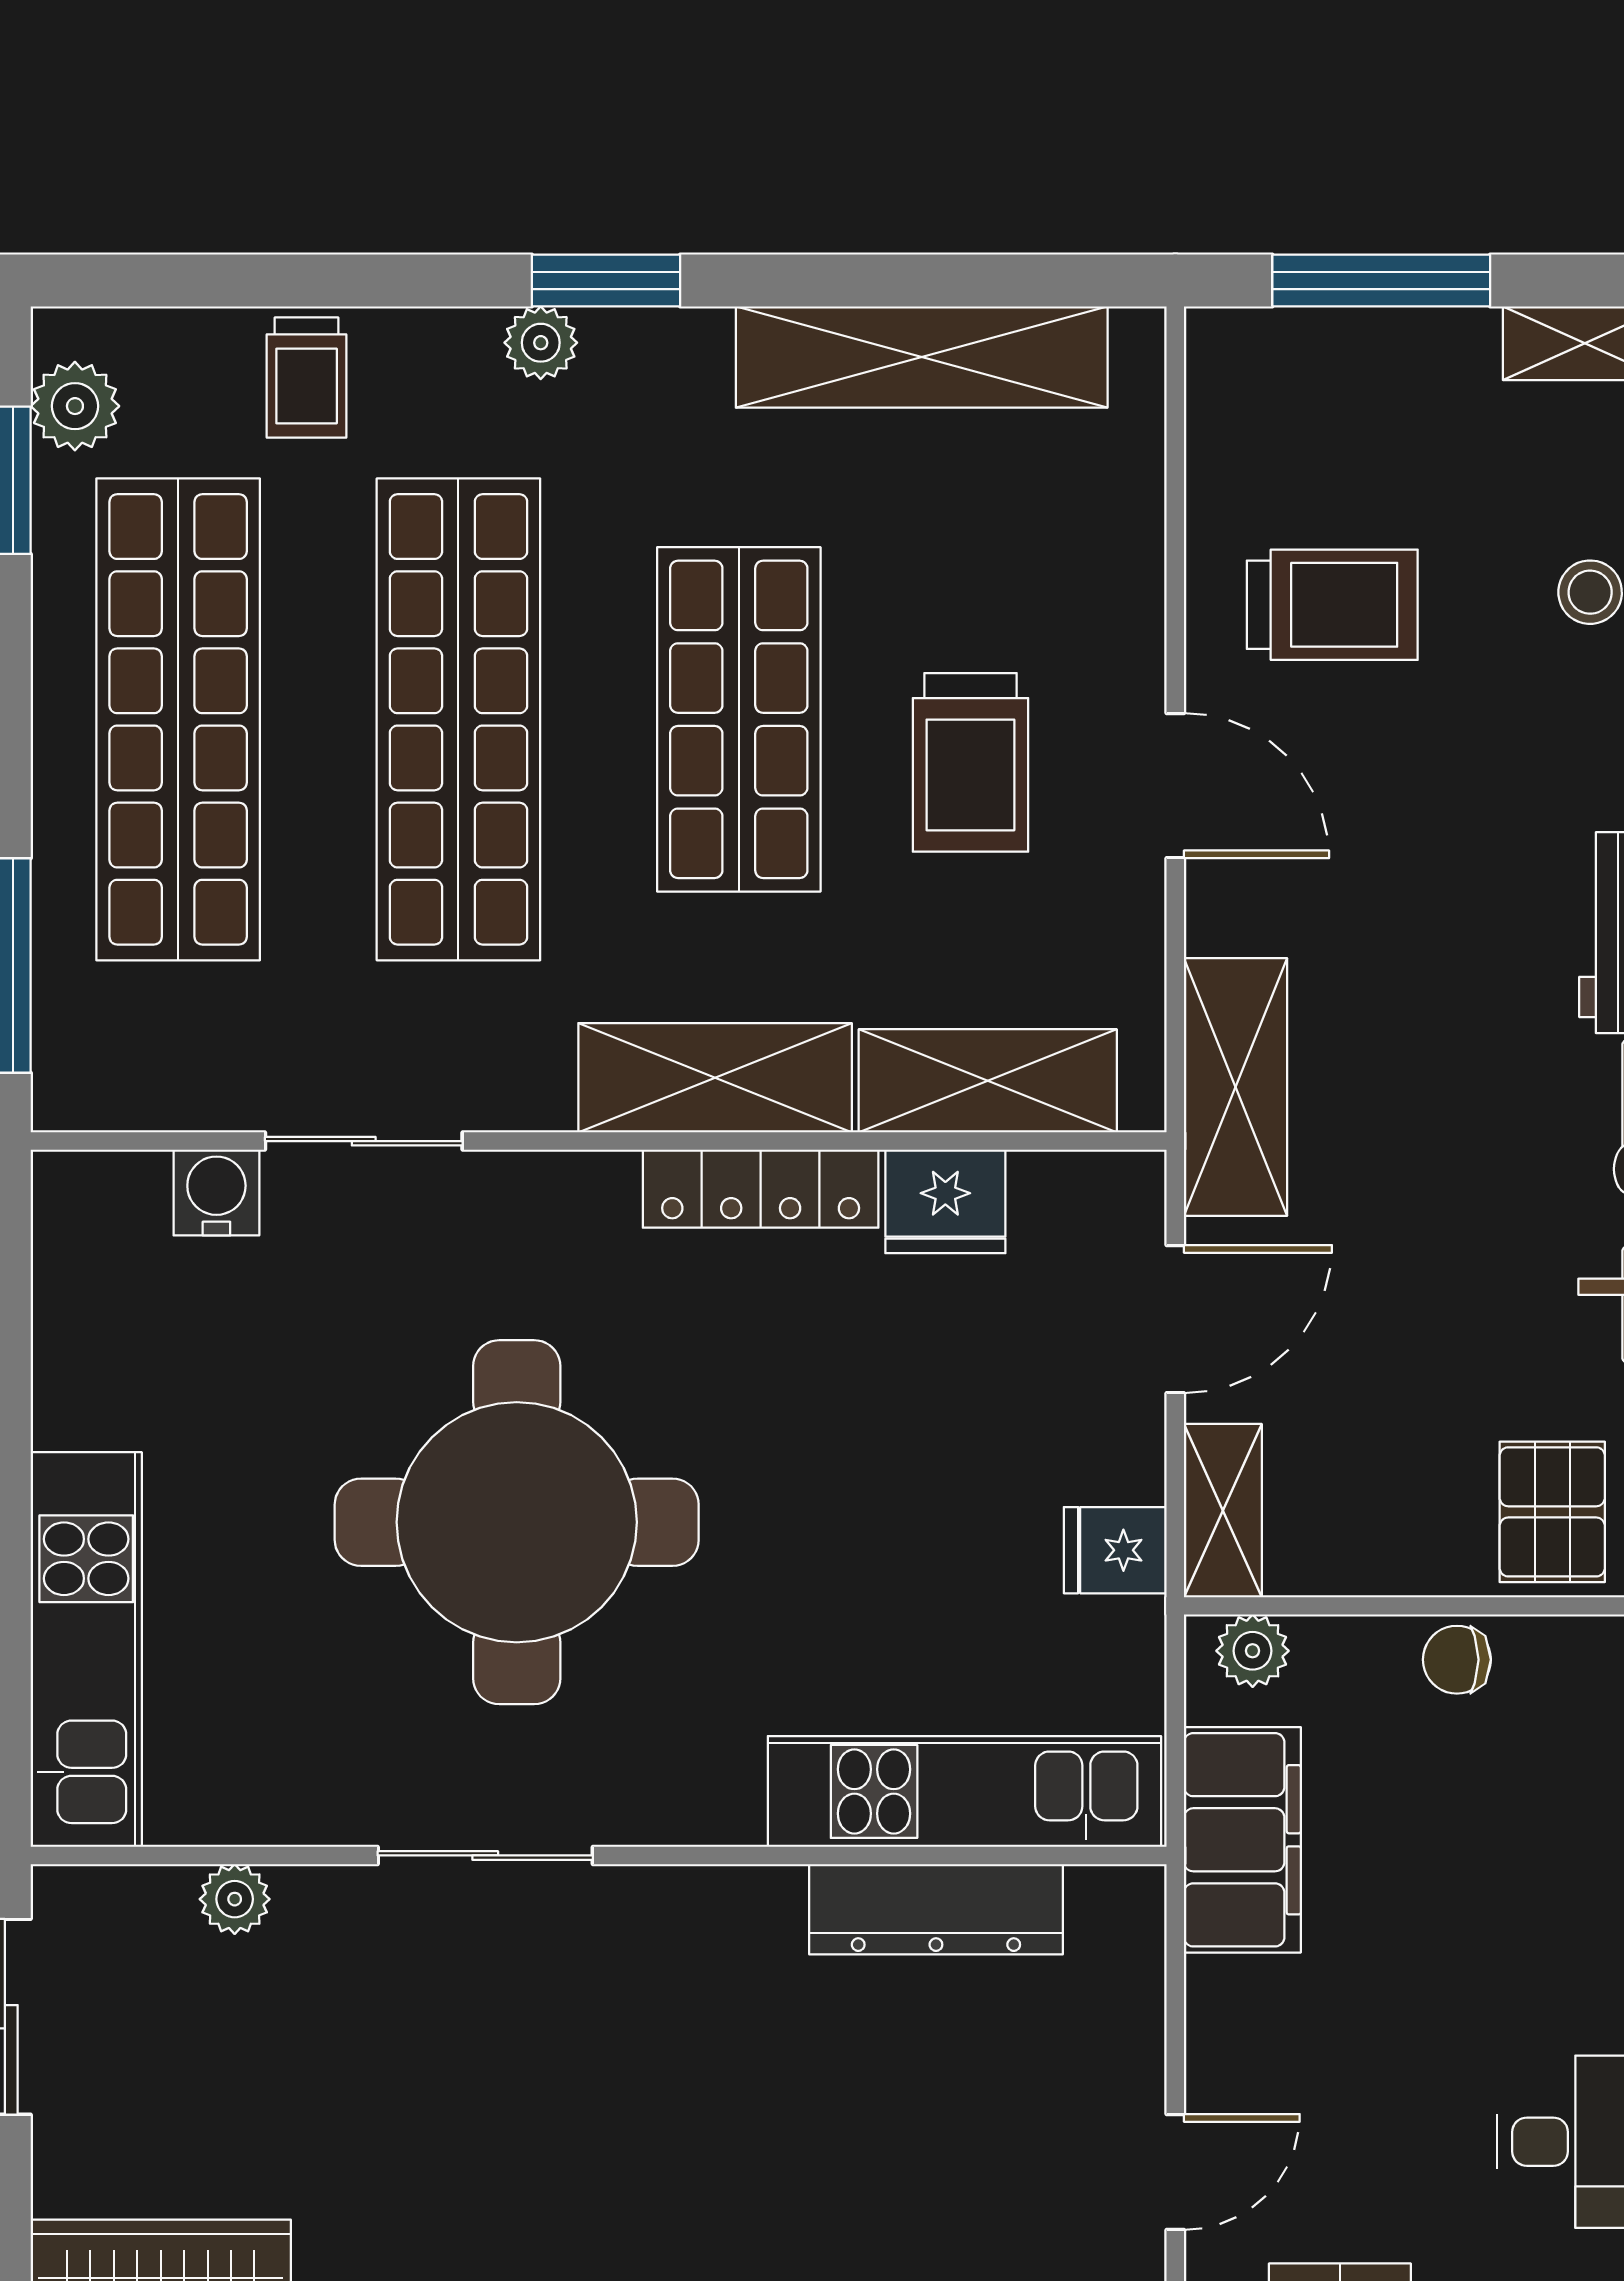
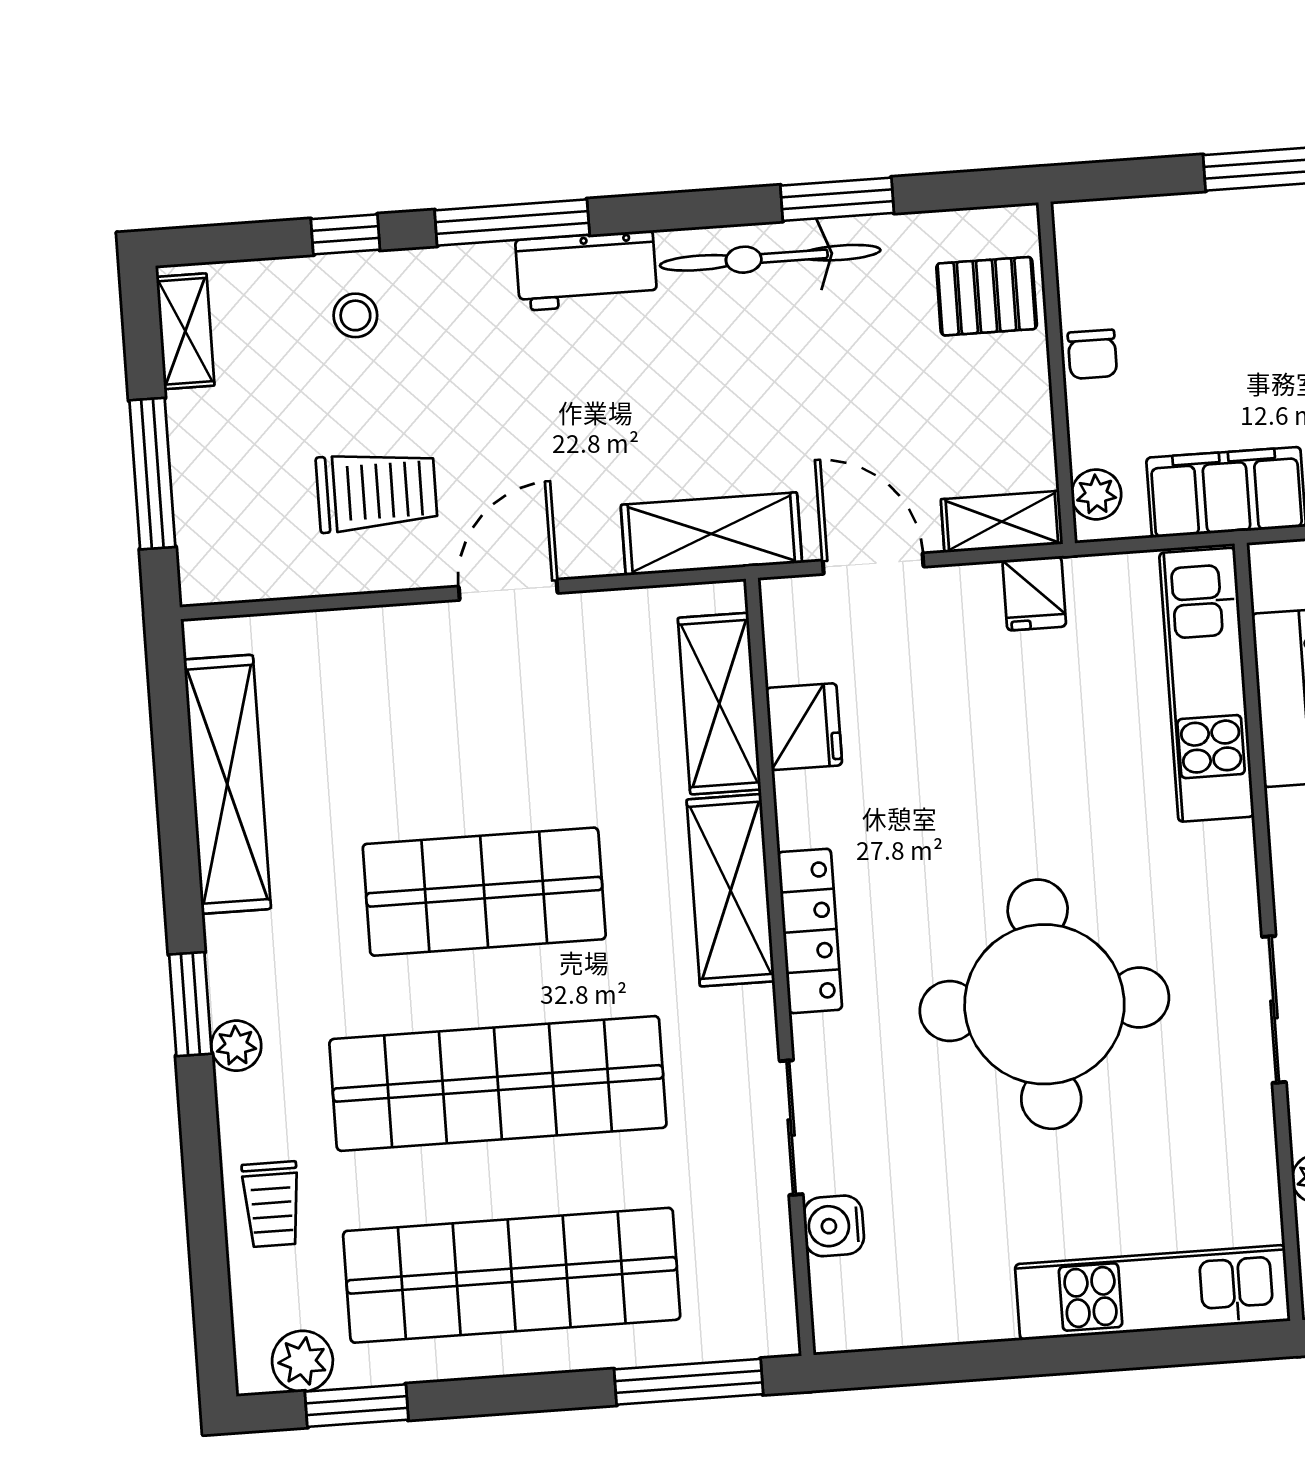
trolley: (307, 378) -> (272, 1204), turned 90
trolley: (1332, 605) -> (377, 491), turned 90
trolley: (970, 762) -> (502, 731), removed
locker: (761, 1189) -> (810, 931), moved

